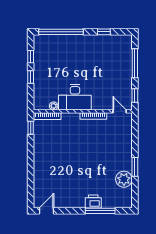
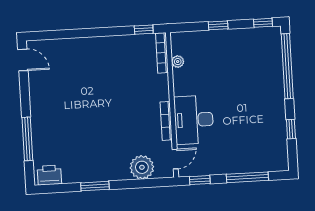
window: (31, 57) -> (263, 23), moved
desk: (75, 97) -> (194, 120), moved
plant: (124, 179) -> (142, 167), moved
printer: (93, 202) -> (49, 175), moved, turned -90

